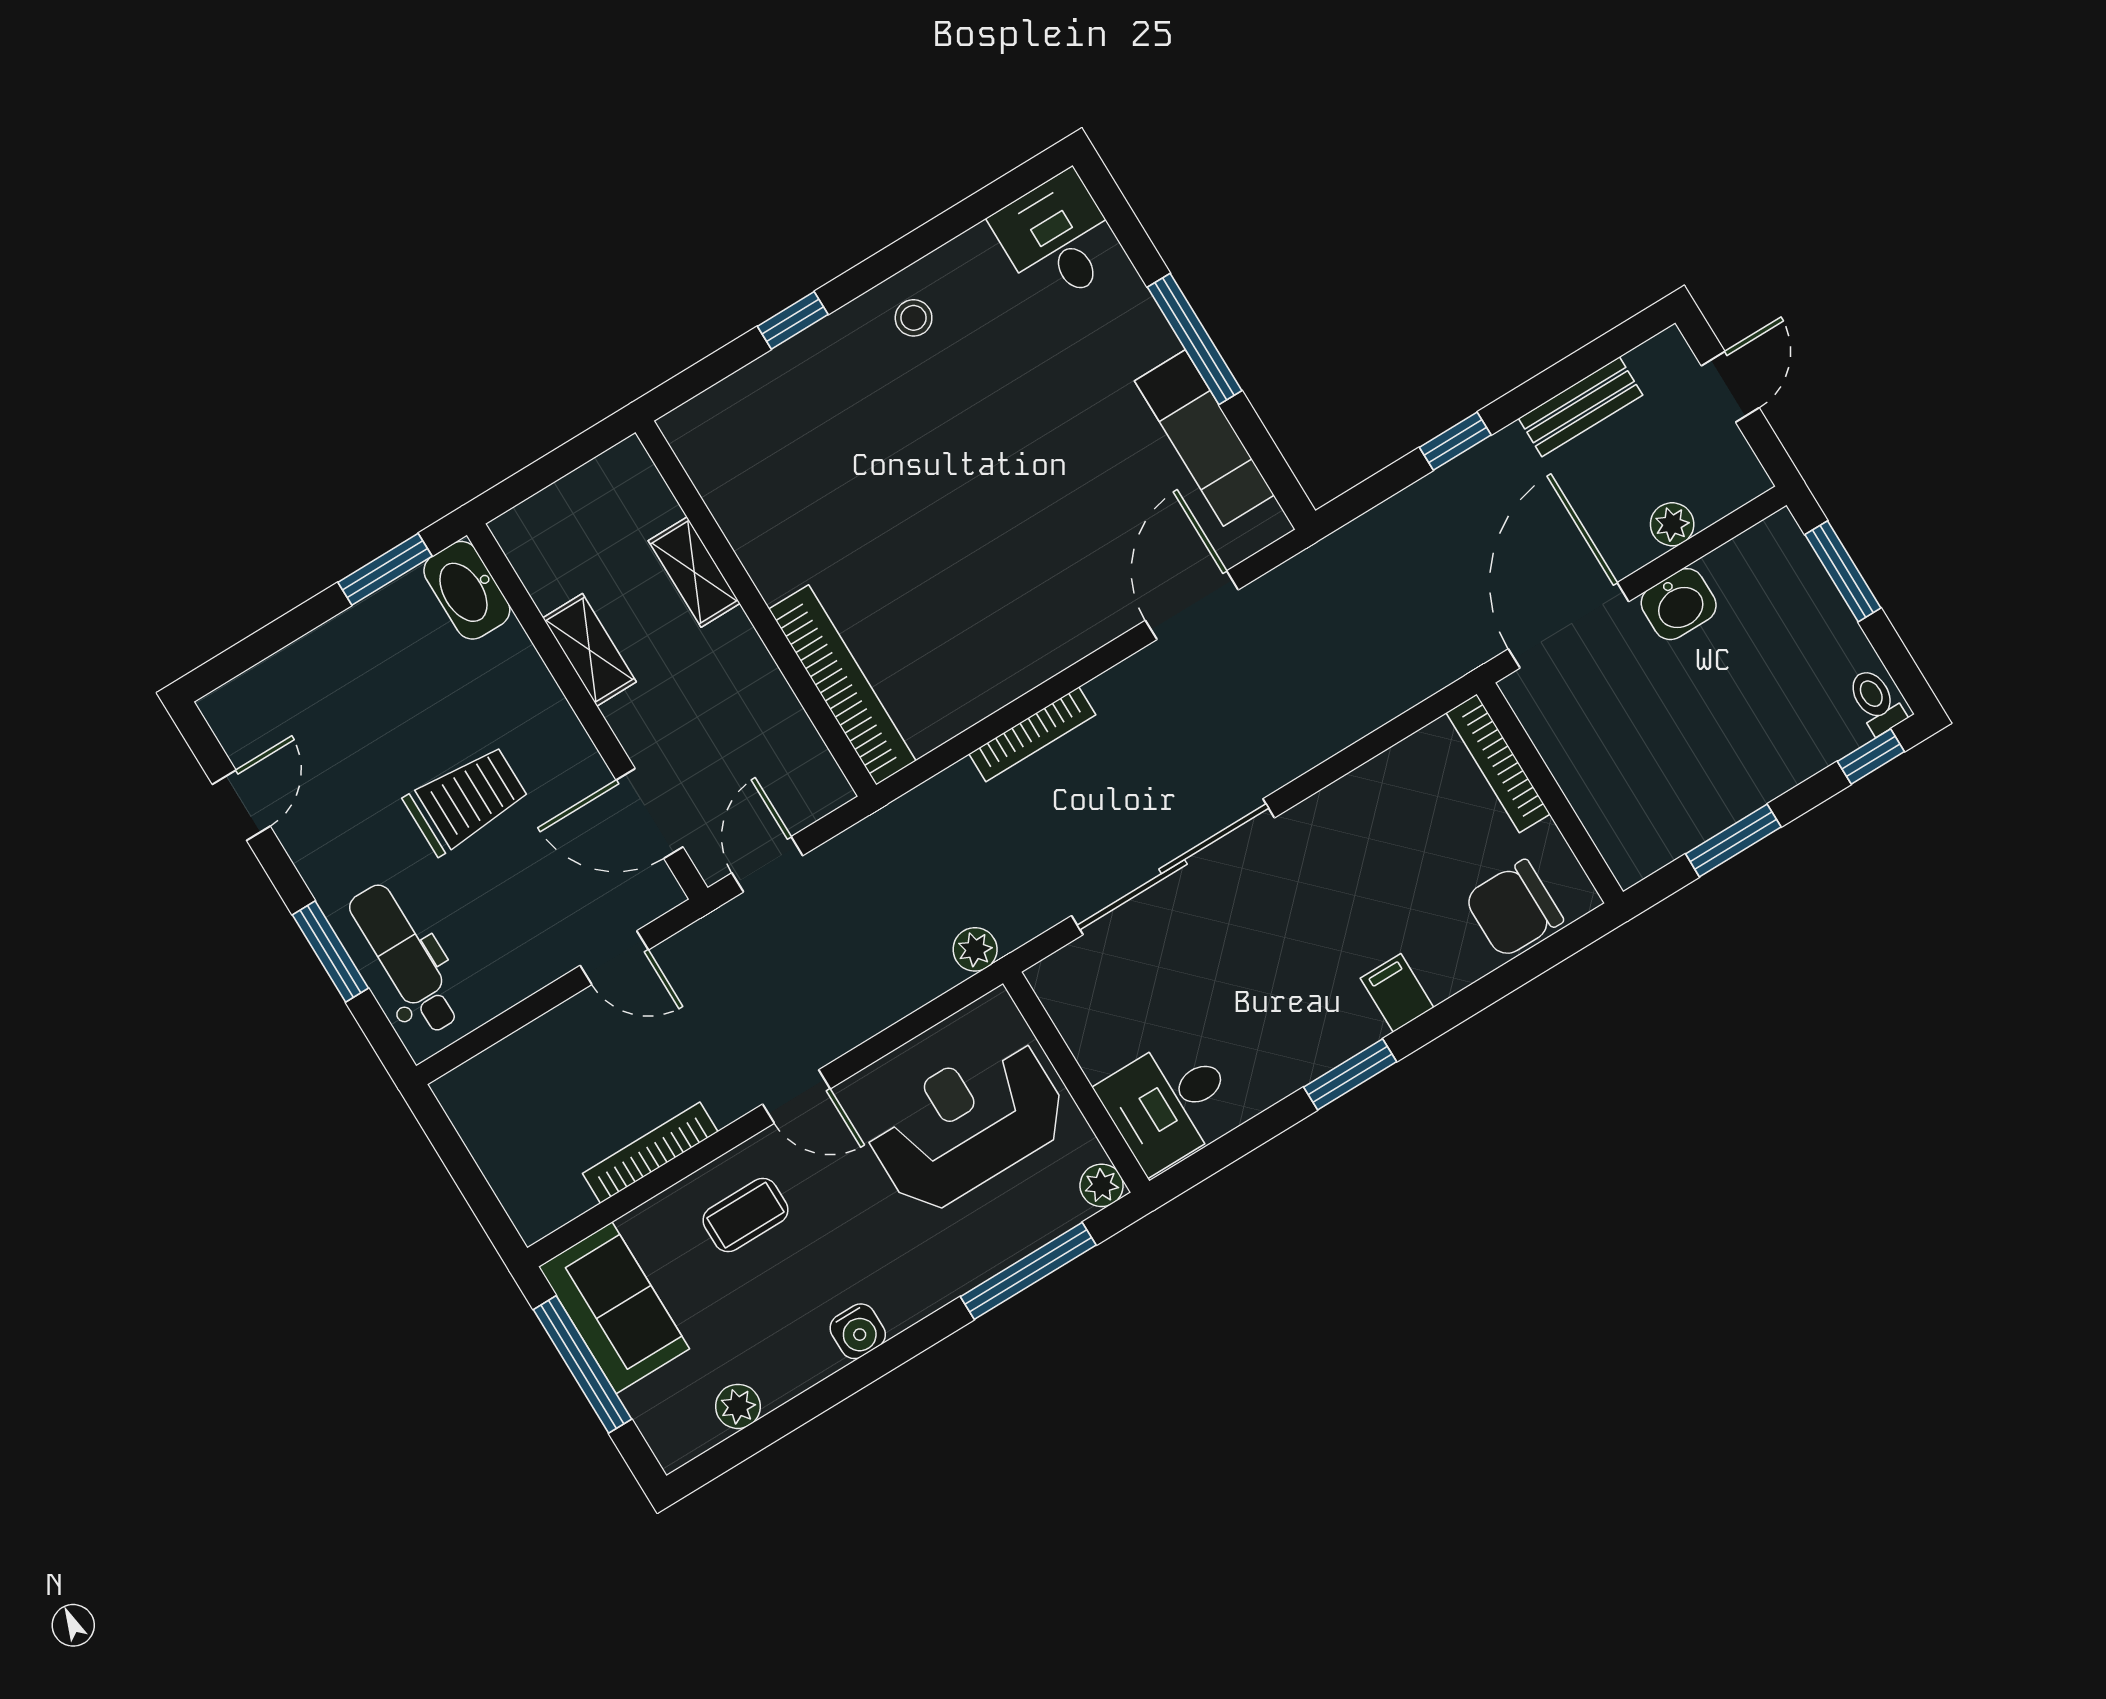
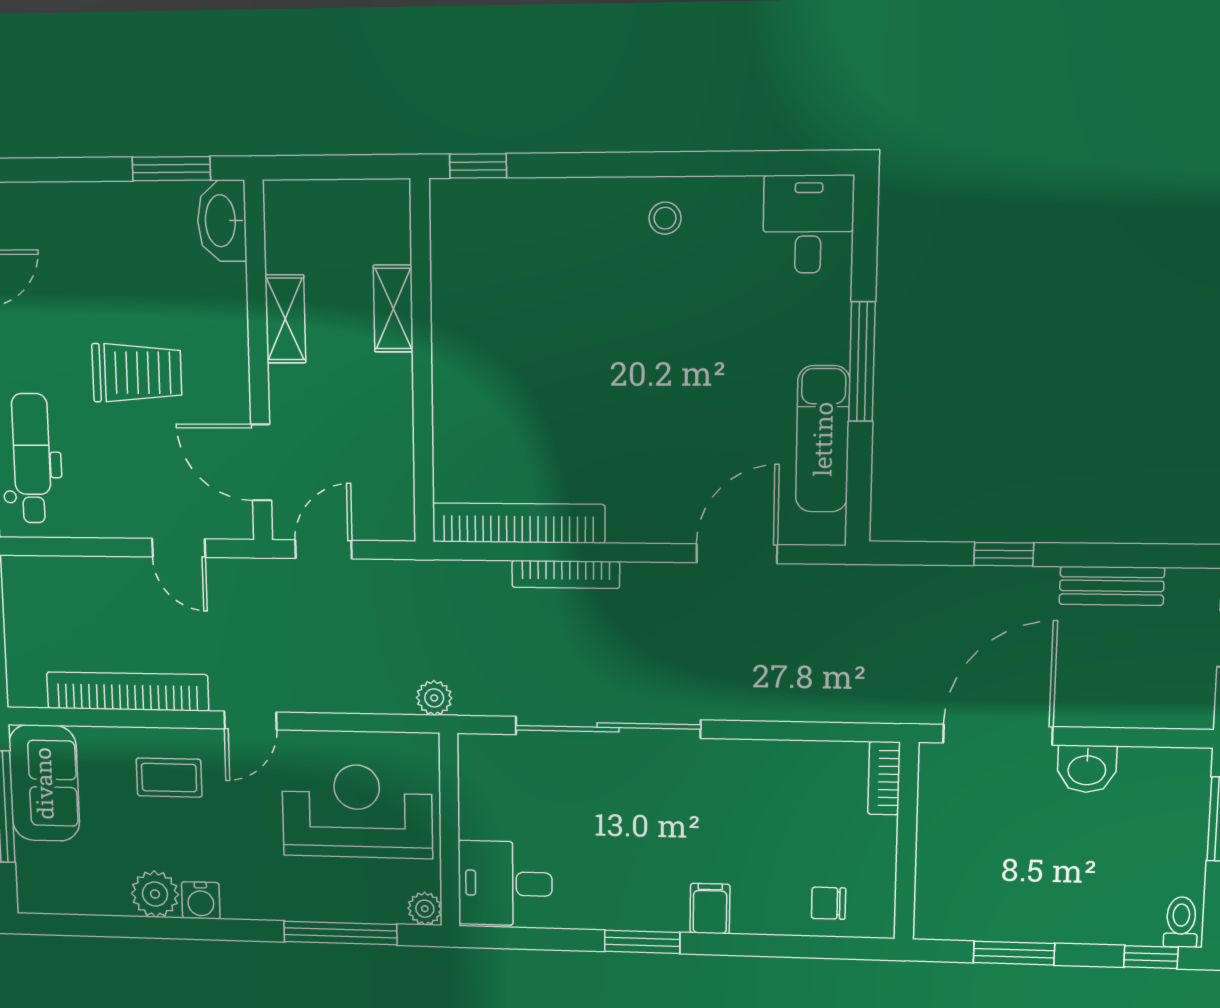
window: (793, 320) -> (478, 166), moved
plant: (1672, 524) -> (1121, 710), removed
bookcase: (842, 685) -> (518, 523), moved, turned -90
bookcase: (1498, 763) -> (884, 778), width x0.64
chair: (1514, 909) -> (829, 903), width x0.54, depth x0.54
door: (796, 1097) -> (250, 721), hinge flipped
bookcase: (650, 1153) -> (128, 691), width x1.48, depth x1.31
plant: (738, 1406) -> (155, 894), moved, width x1.38, depth x1.38

